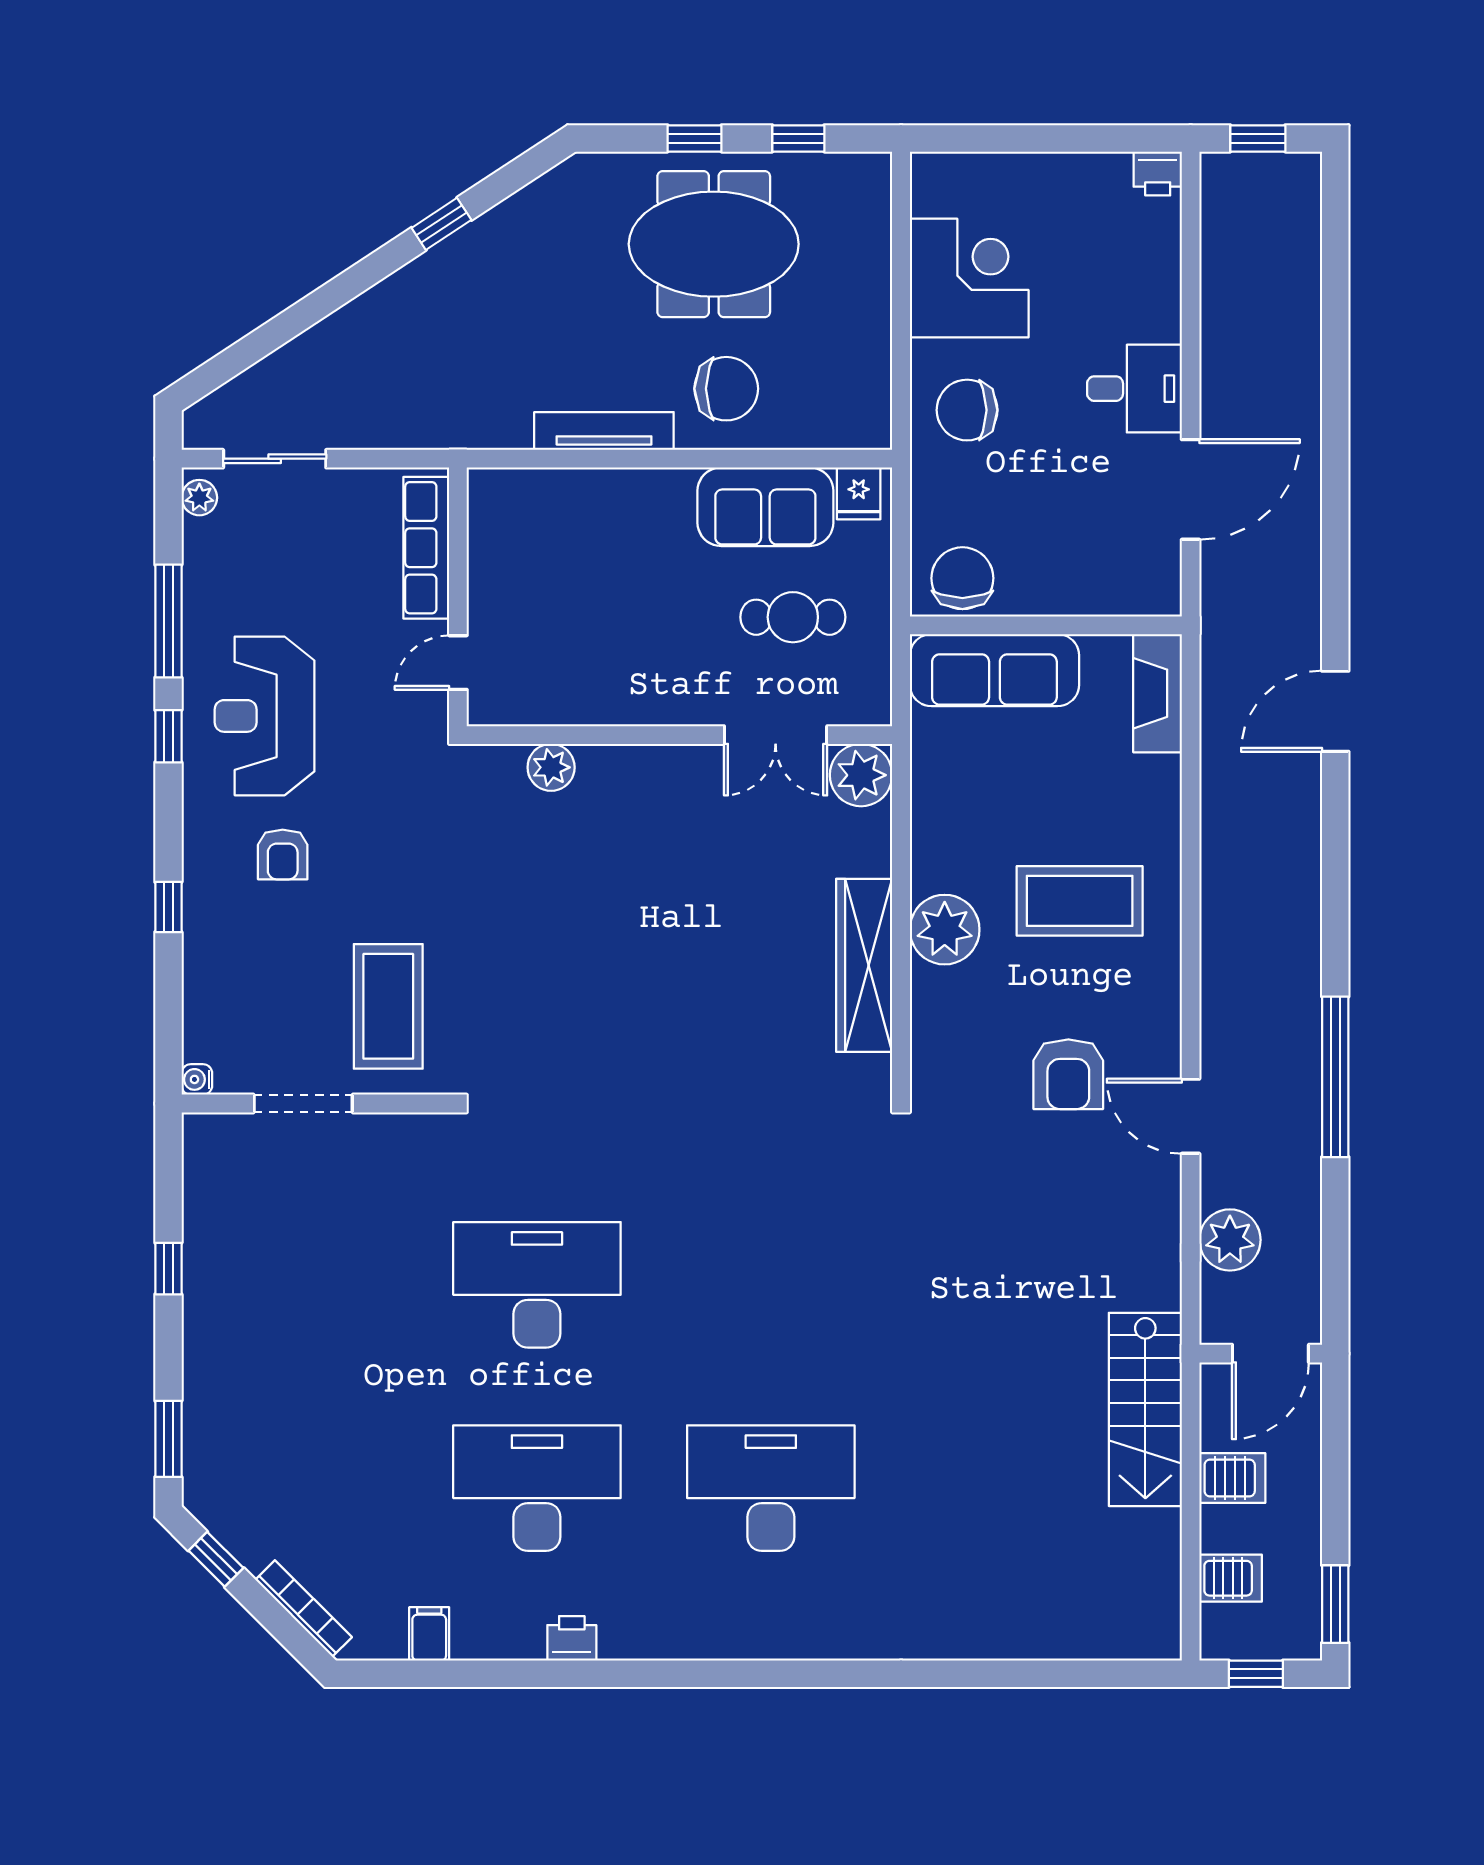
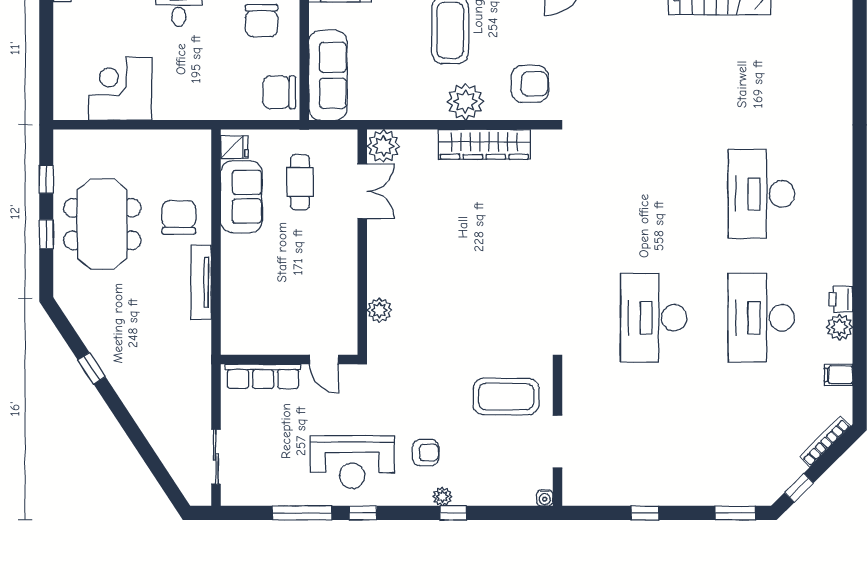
chair: (967, 410) -> (262, 21), moved
plant: (199, 498) -> (442, 497), moved
armchair: (1068, 1074) -> (530, 84), moved
plant: (519, 1636) -> (840, 327), added

